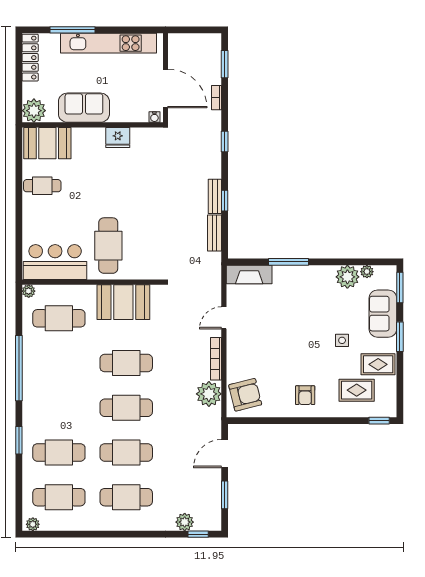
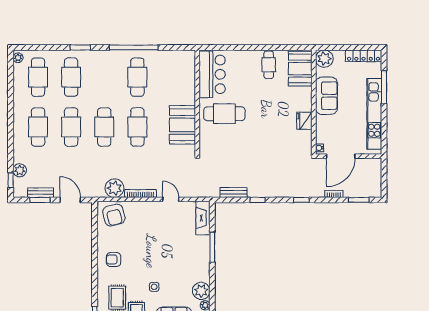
bench: (215, 196) -> (41, 193), moved
plant: (29, 291) -> (191, 55), removed
cafe table: (59, 318) -> (137, 77), moved

